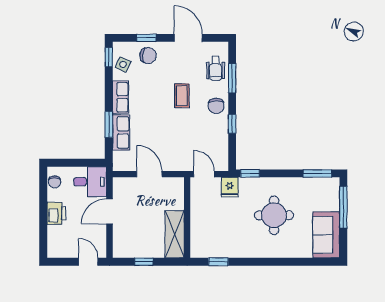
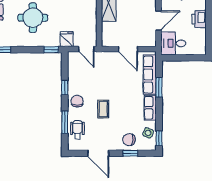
row of seats: (121, 132) -> (150, 74), width x1.48
chair: (55, 182) -> (200, 43), removed

